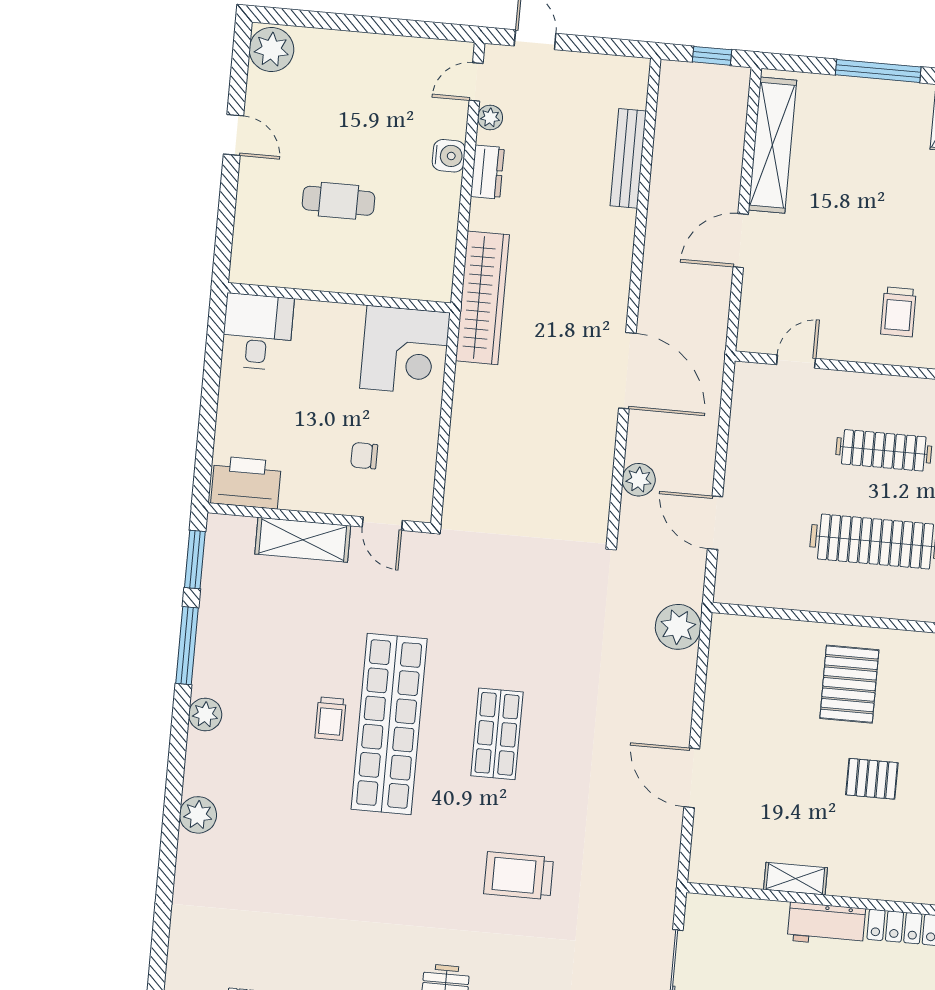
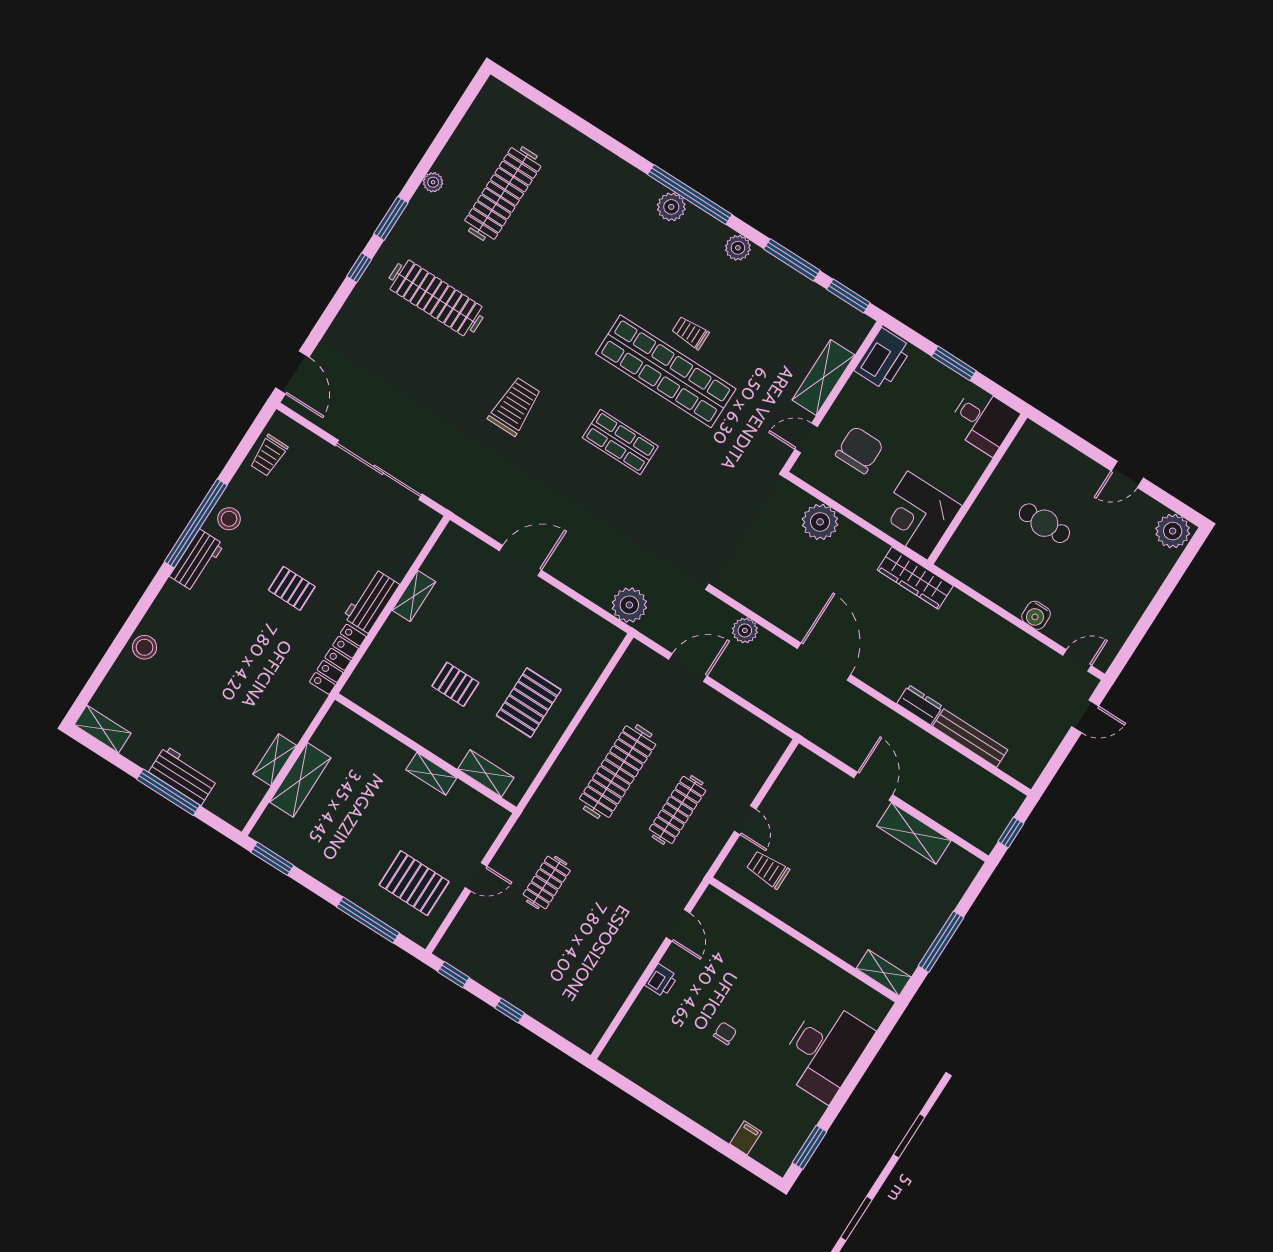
door: (476, 82) -> (1077, 661), hinge flipped
plant: (490, 117) -> (820, 522), moved, width x1.87, depth x1.87
shelving: (772, 145) -> (914, 833), width x0.68
dresser: (487, 172) -> (920, 705), moved, turned 180
cafe table: (338, 201) -> (1044, 523), turned 90
wardrobe: (482, 298) -> (915, 578), width x0.71, depth x0.85
door: (796, 362) -> (745, 820), moved
door: (627, 371) -> (824, 662), swing flipped
window: (209, 399) -> (954, 363), added
chair: (364, 456) -> (859, 450), width x1.87, depth x1.87
pallet: (849, 684) -> (529, 703), turned 90
pallet: (872, 779) -> (455, 684), turned 90
window: (173, 801) -> (690, 194), added

